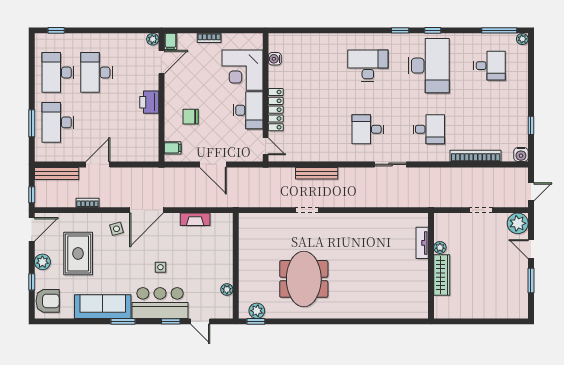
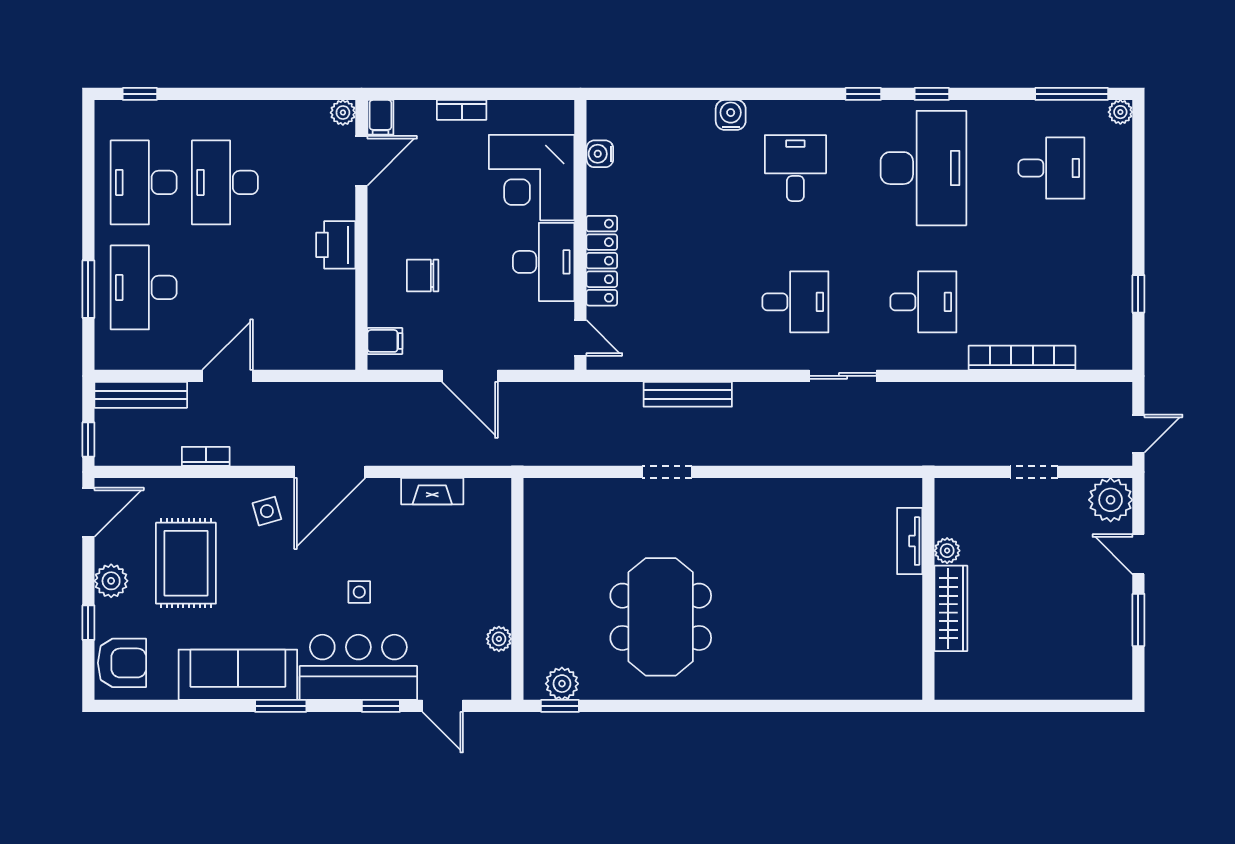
desk: (368, 66) -> (795, 168), width x0.73
desk: (368, 129) -> (795, 302), turned 180
water cooler: (521, 154) -> (731, 115), moved, turned 180

